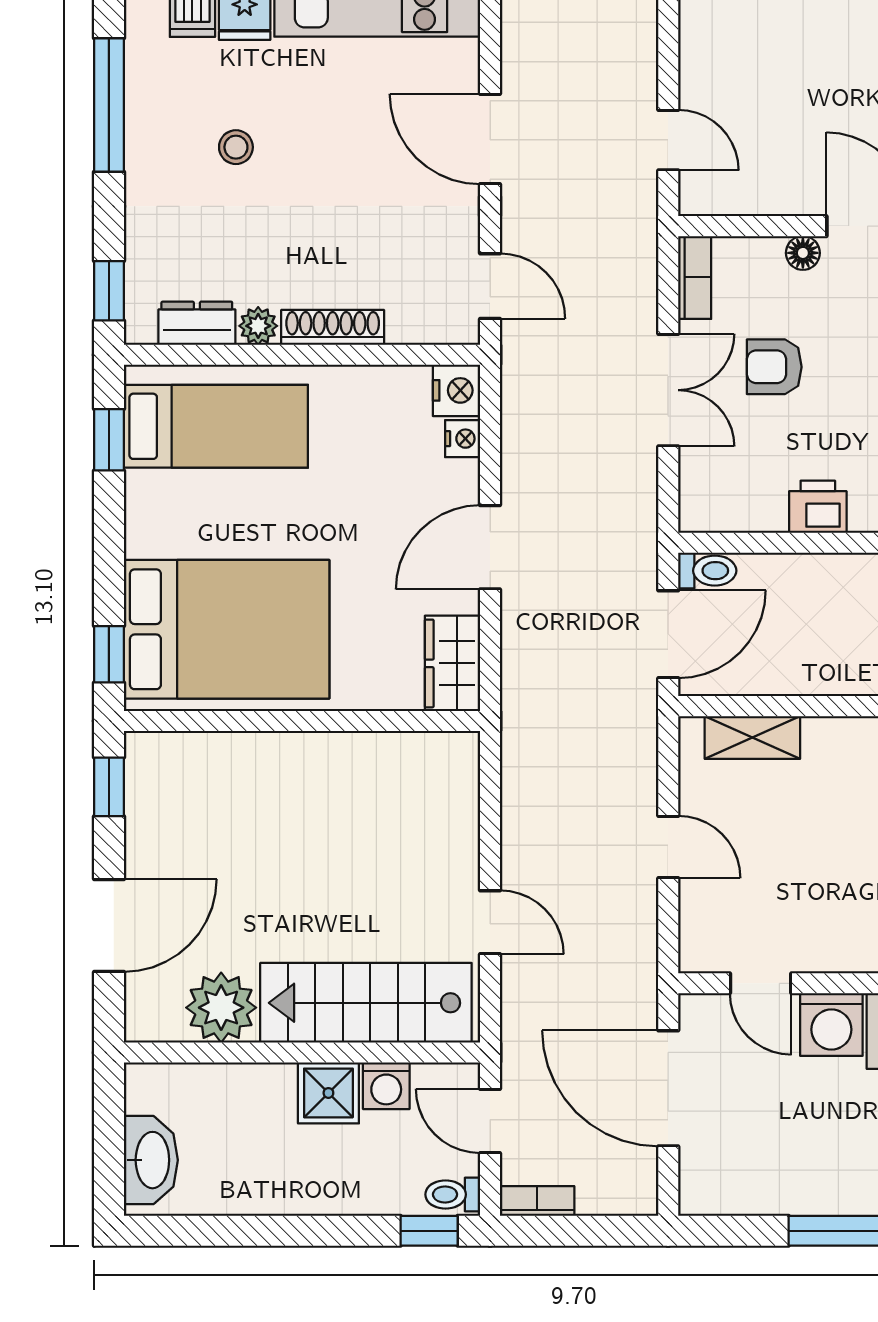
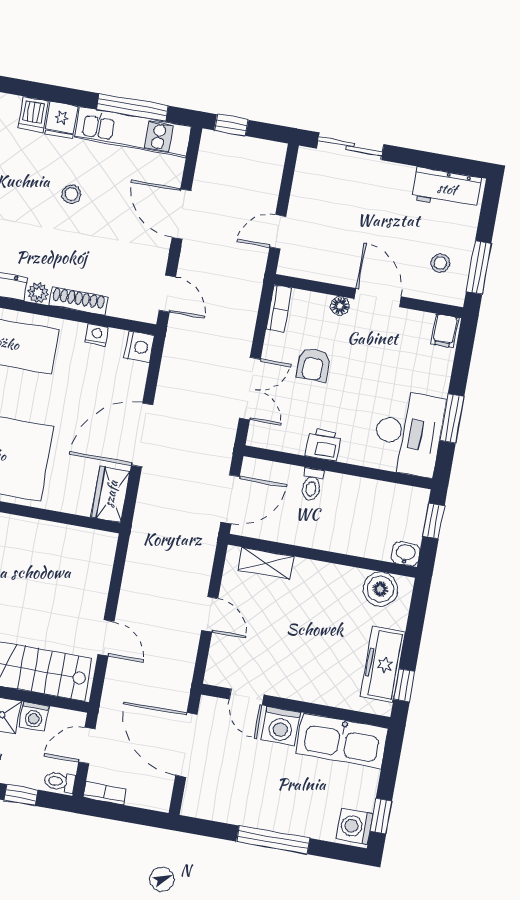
door: (668, 140) -> (278, 232), swing flipped
stool: (236, 147) -> (71, 194), moved
armchair: (774, 367) -> (313, 365), turned -90
double door: (668, 390) -> (250, 389), moved
nightstand: (463, 439) -> (97, 335), moved, turned -90
door: (490, 547) -> (142, 435), width x1.36
toilet: (707, 571) -> (312, 484), moved, turned 90
door: (490, 1121) -> (87, 745), hinge flipped
window: (429, 1231) -> (21, 795), moved

